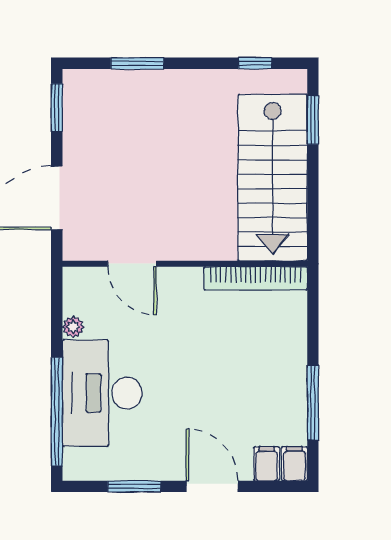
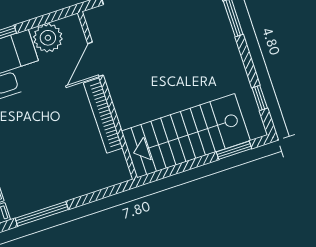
bookcase: (256, 278) -> (103, 116), moved
plant: (73, 327) -> (48, 38), width x1.88, depth x1.88

